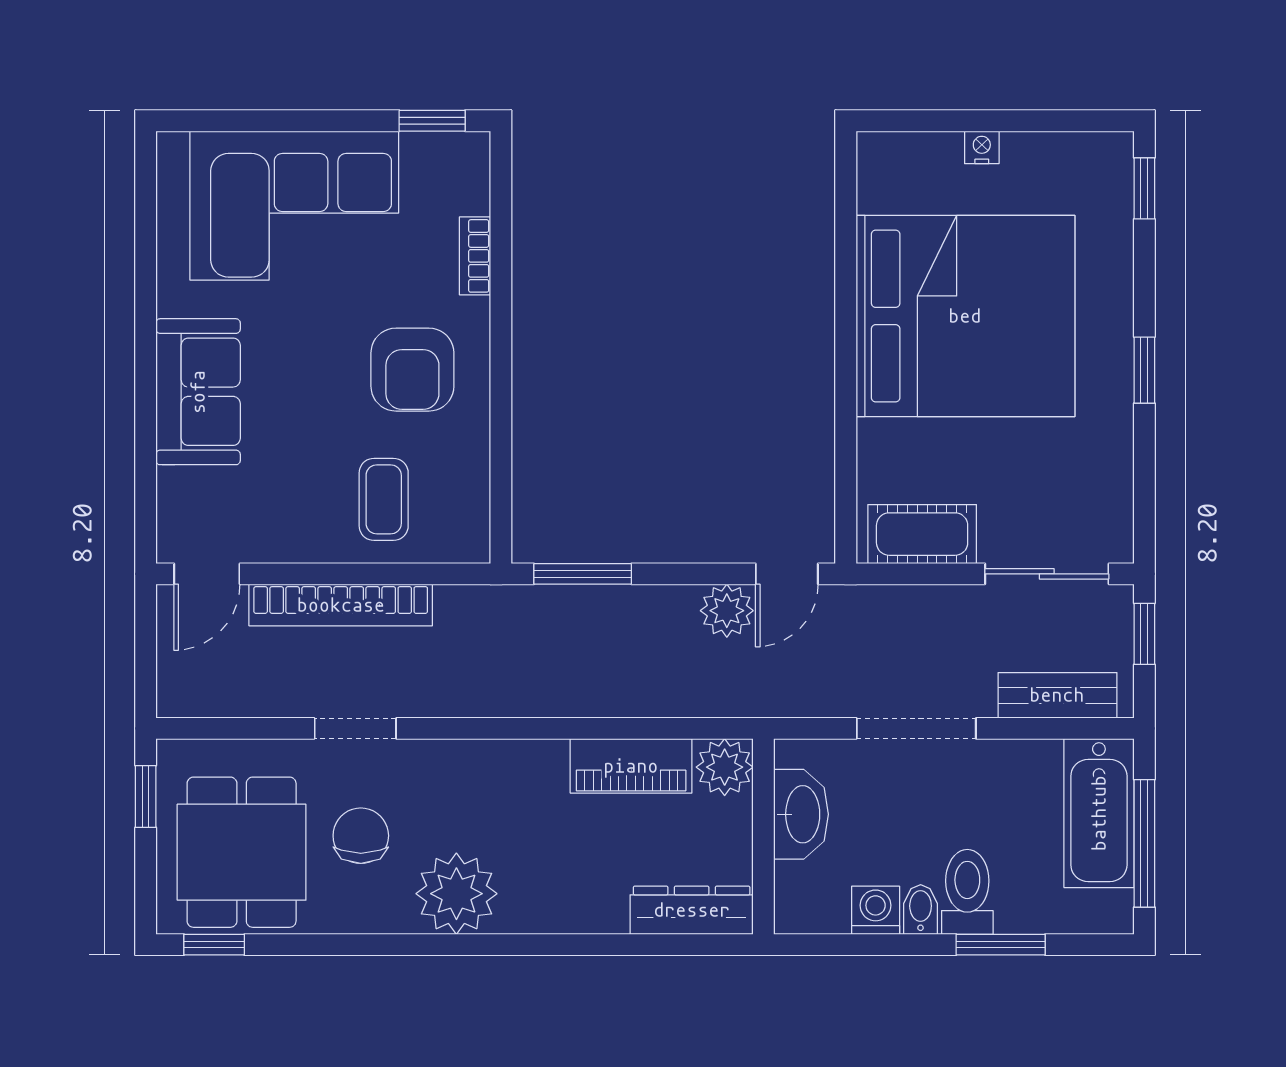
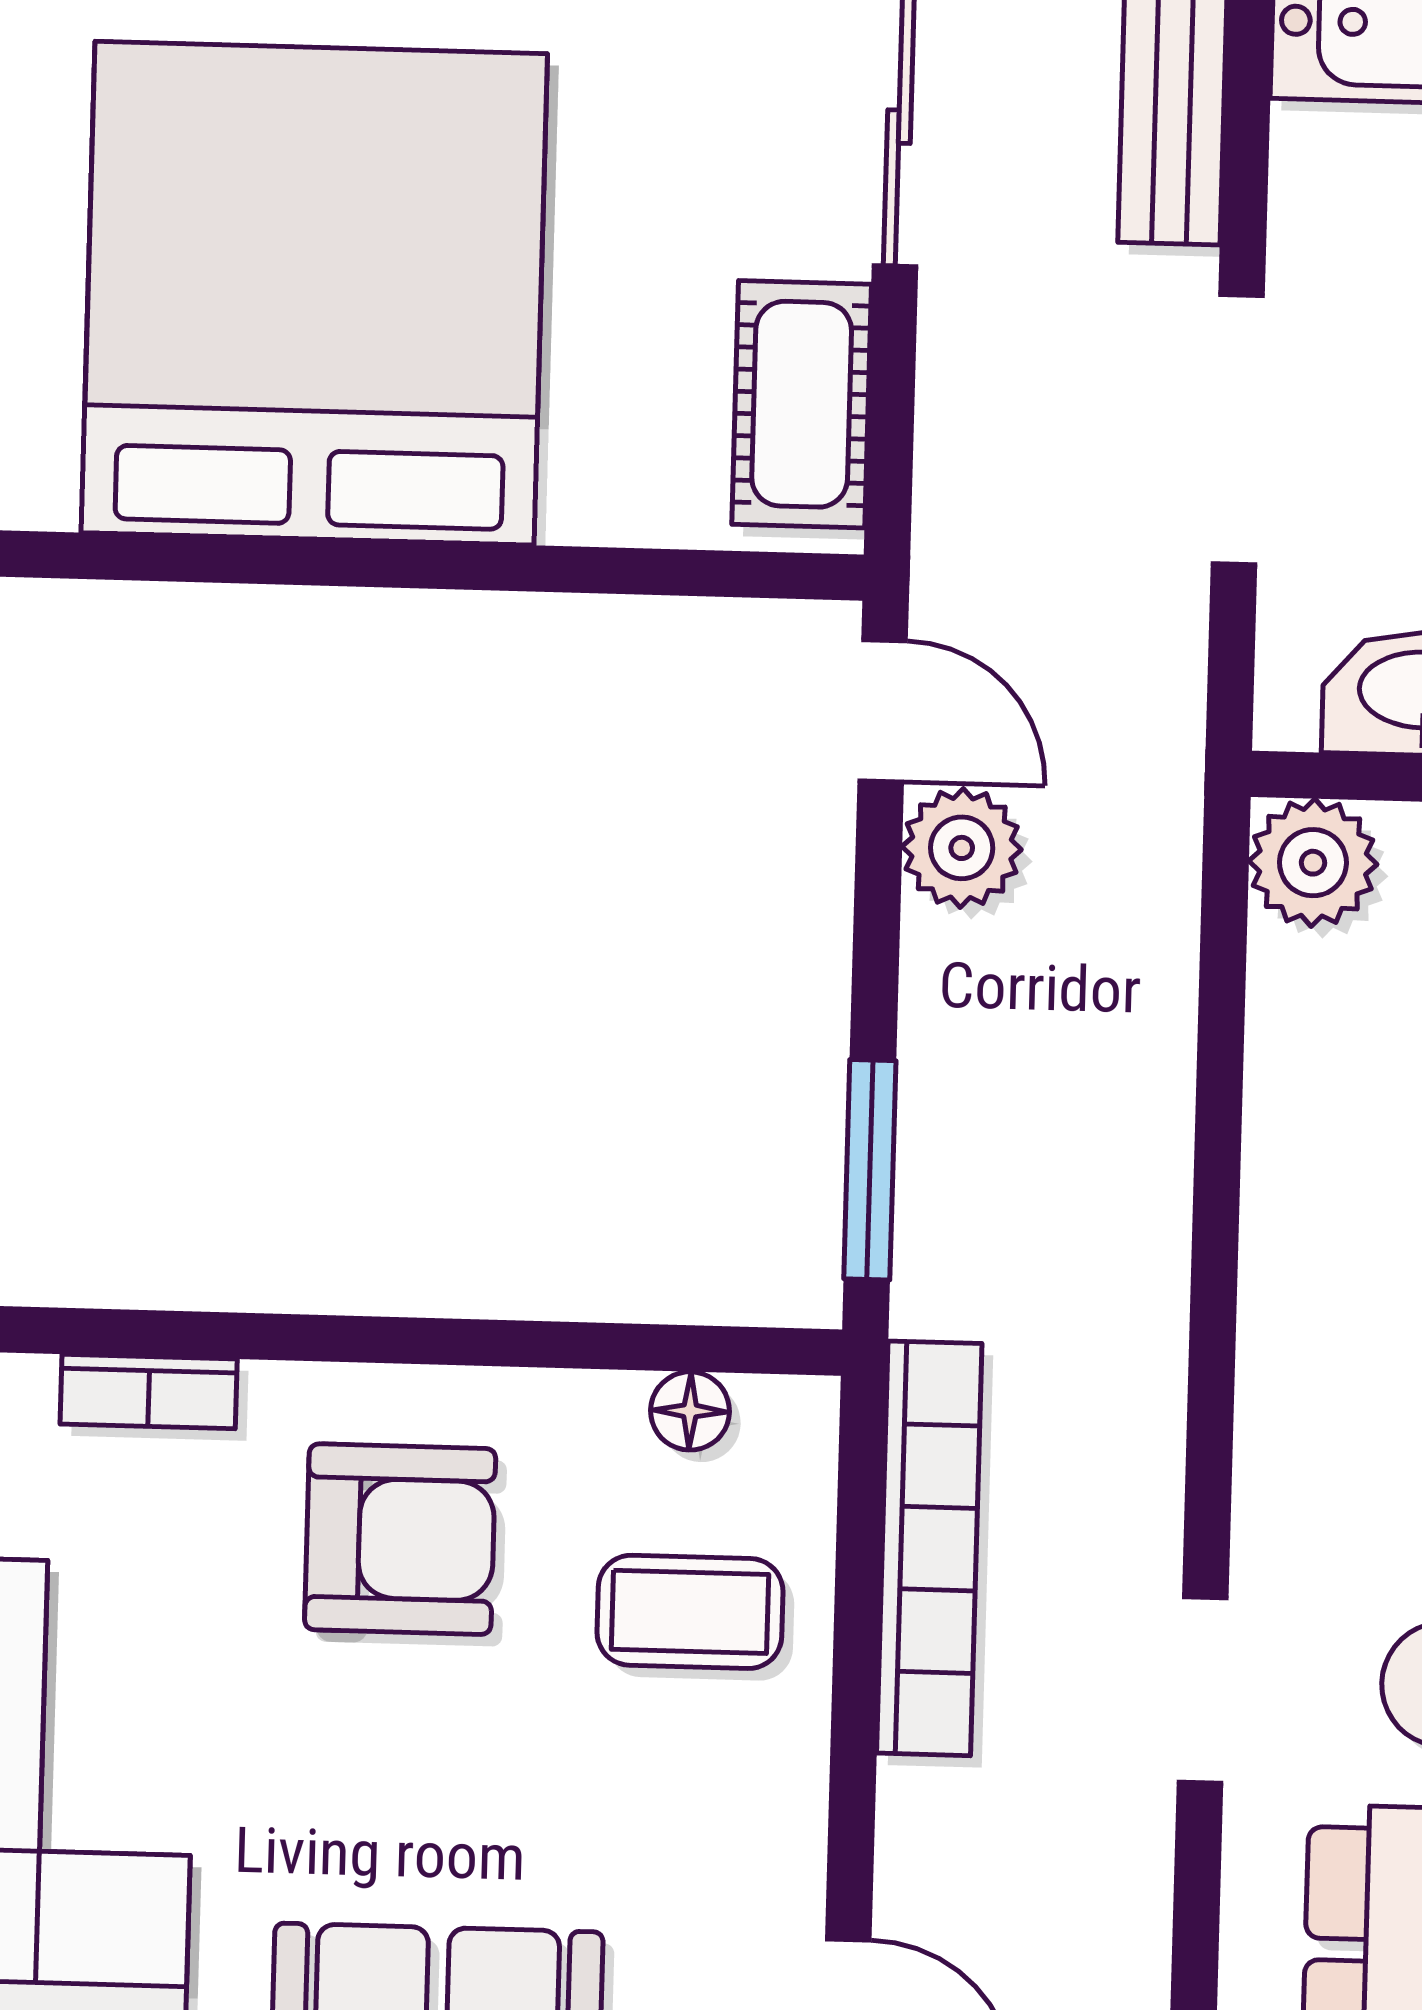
floor lamp: (473, 497) -> (690, 1411), added
bookcase: (341, 605) -> (929, 1548), moved
piano: (631, 766) -> (1304, 1073), removed

